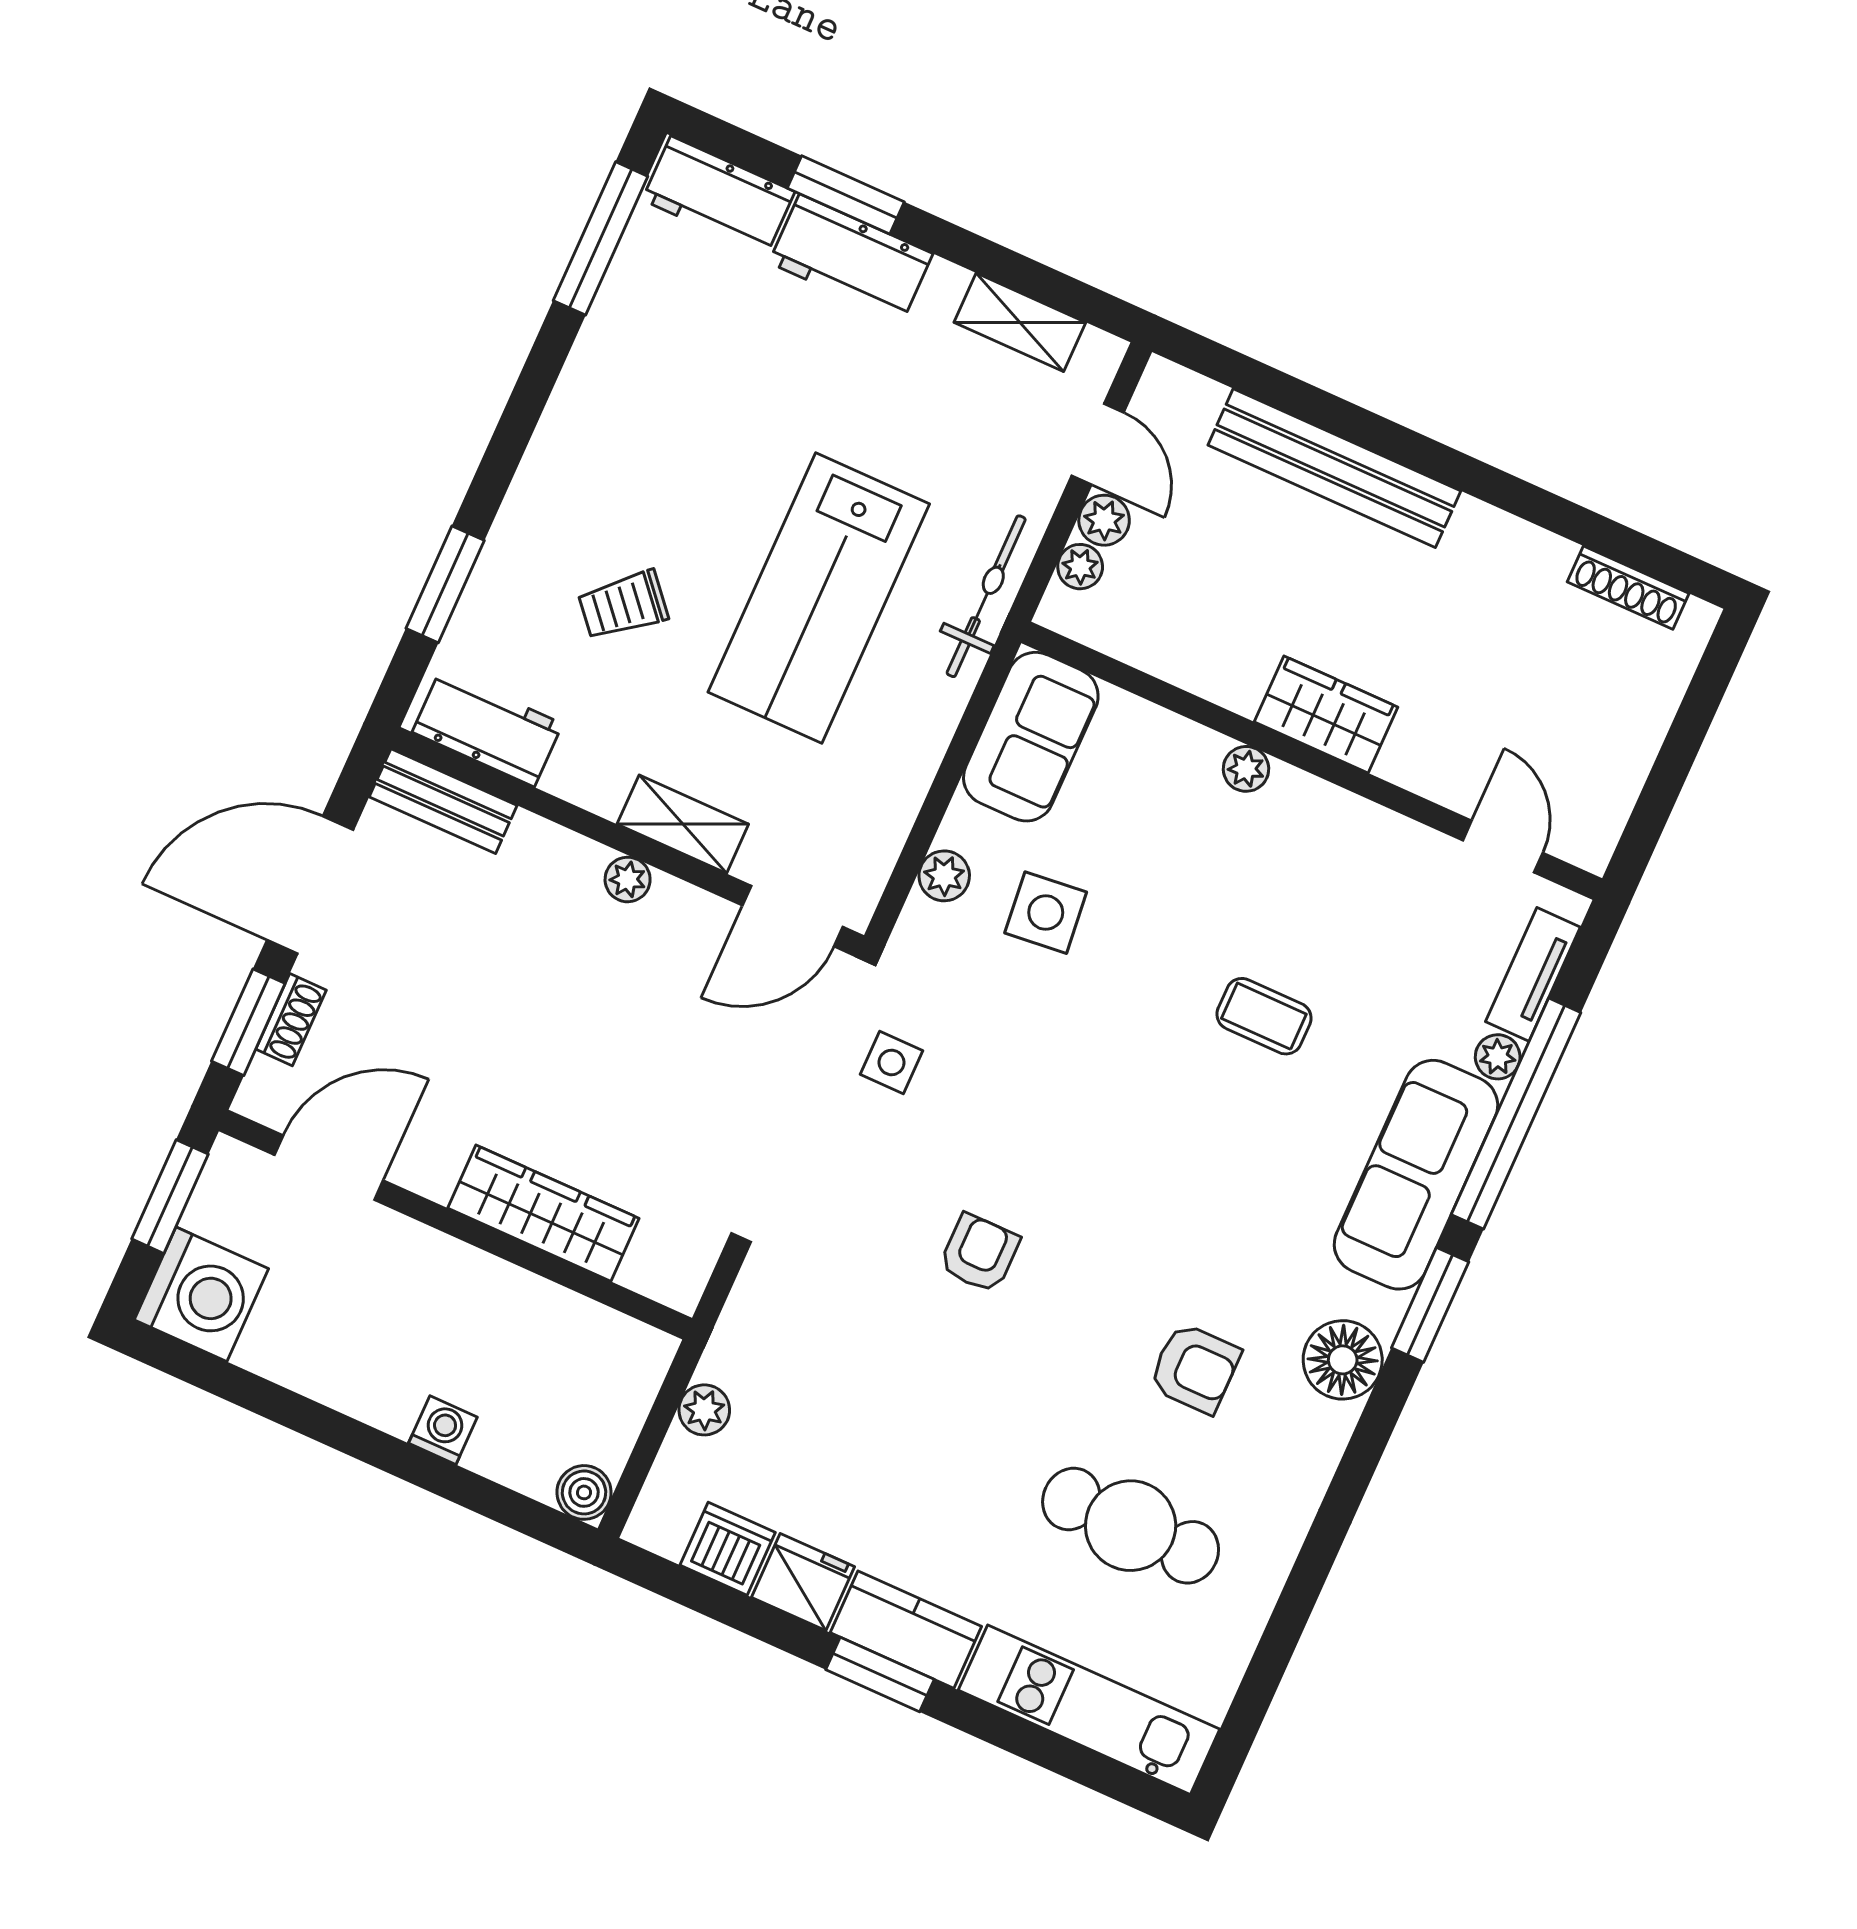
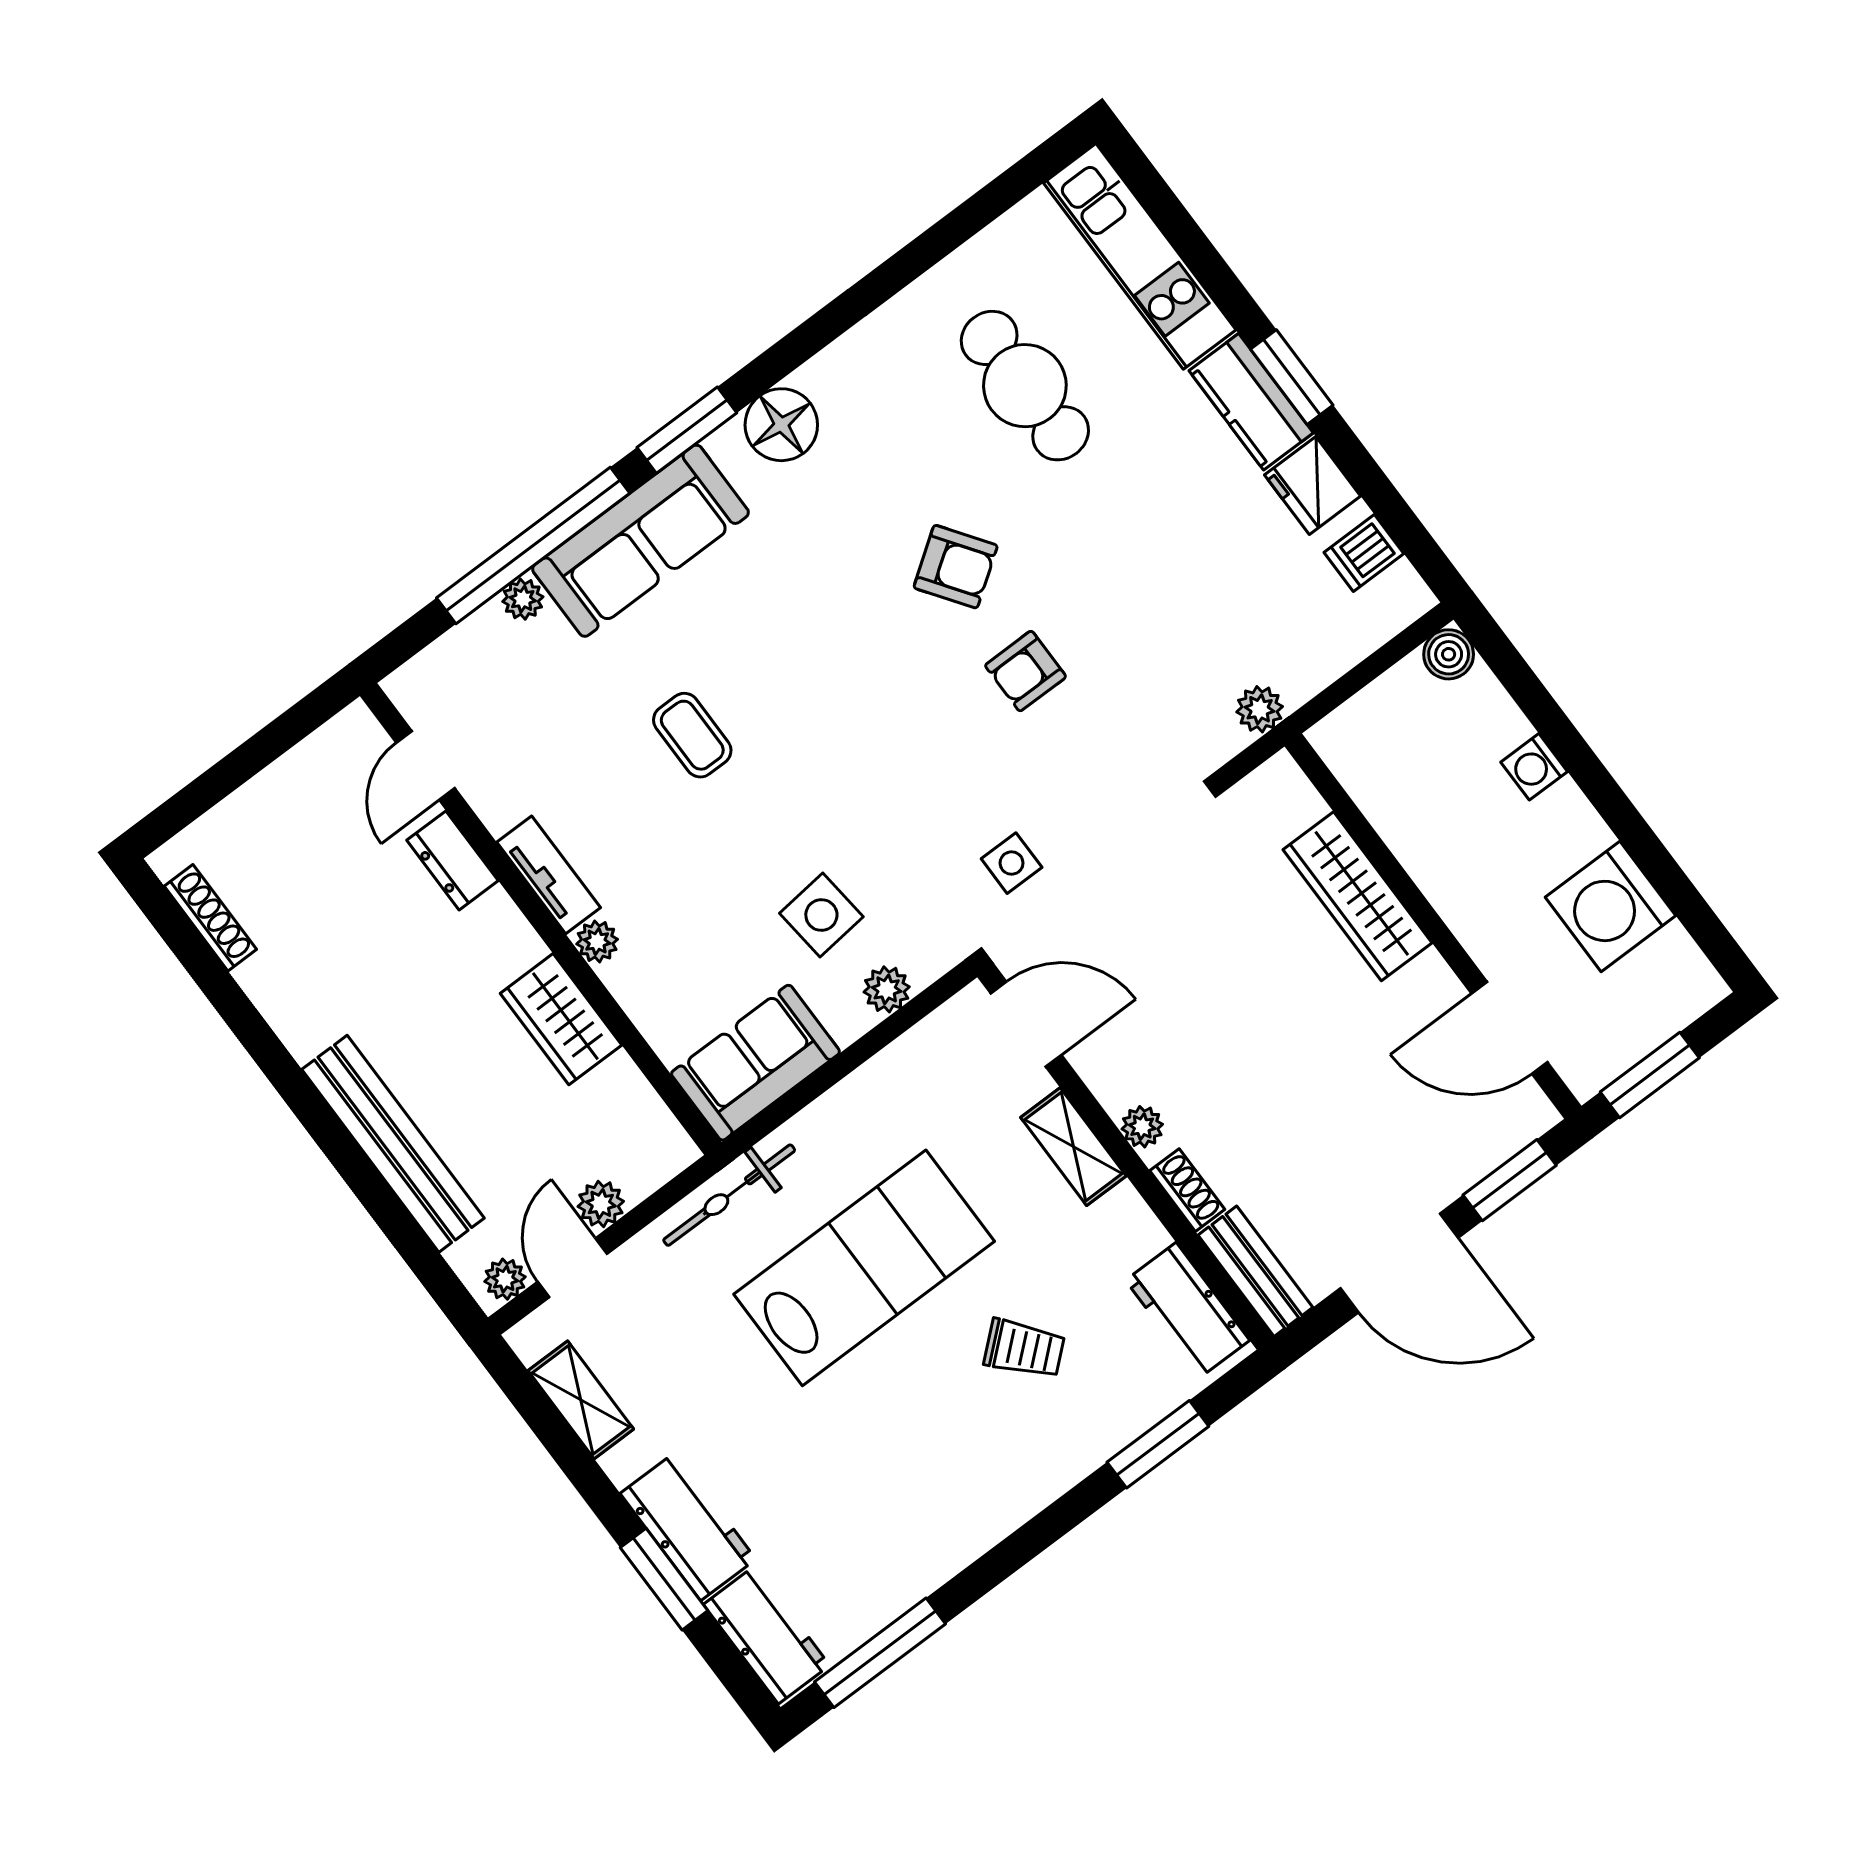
plant: (1080, 567) -> (505, 1279), moved
wardrobe: (1326, 714) -> (561, 1019), moved
dresser: (1427, 770) -> (453, 860), added
tv unit: (1533, 974) -> (549, 875), moved, turned -90
shoe rack: (291, 1020) -> (1187, 1190), moved, turned 90
washing machine: (201, 1294) -> (1611, 906), moved, turned -90
armchair: (1195, 1368) -> (956, 567), moved, turned 145
plant: (704, 1410) -> (1260, 709), moved
dishwasher: (728, 1549) -> (1364, 553), width x0.73

